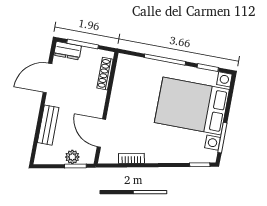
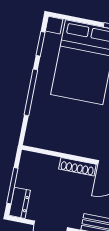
shoe rack: (105, 74) -> (77, 167), moved

